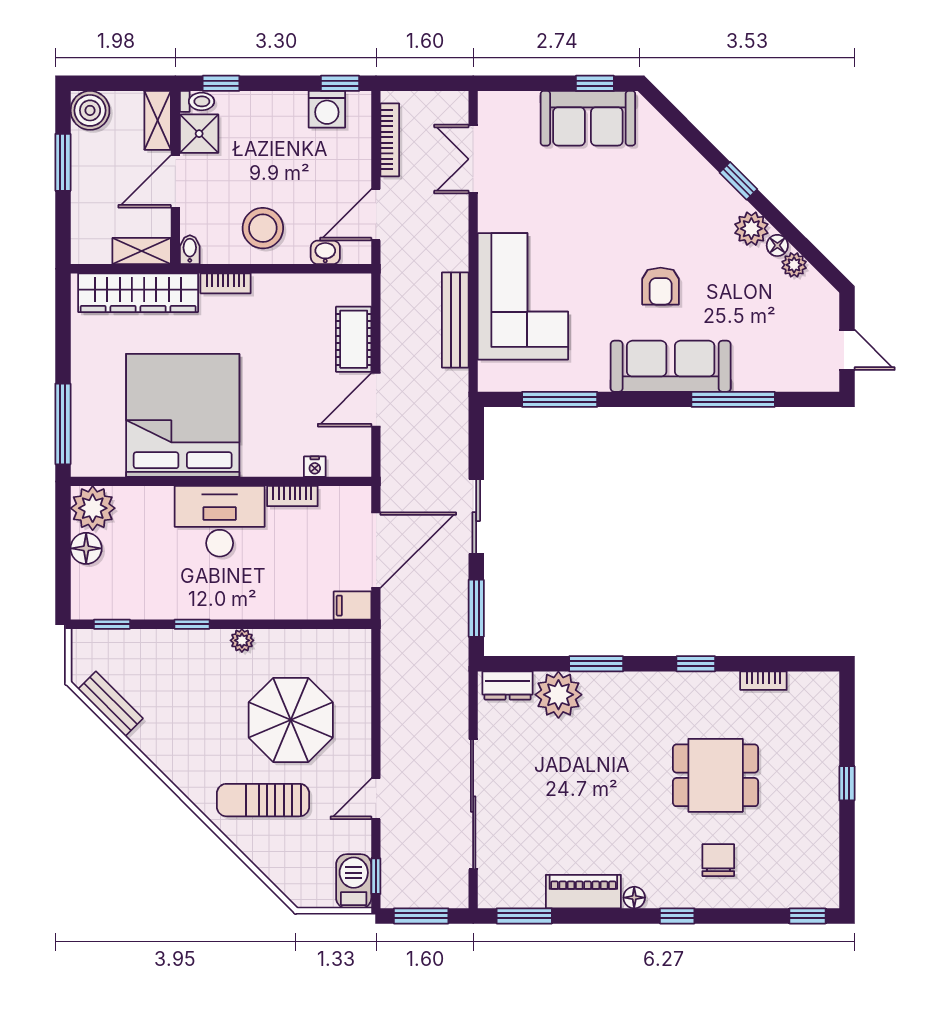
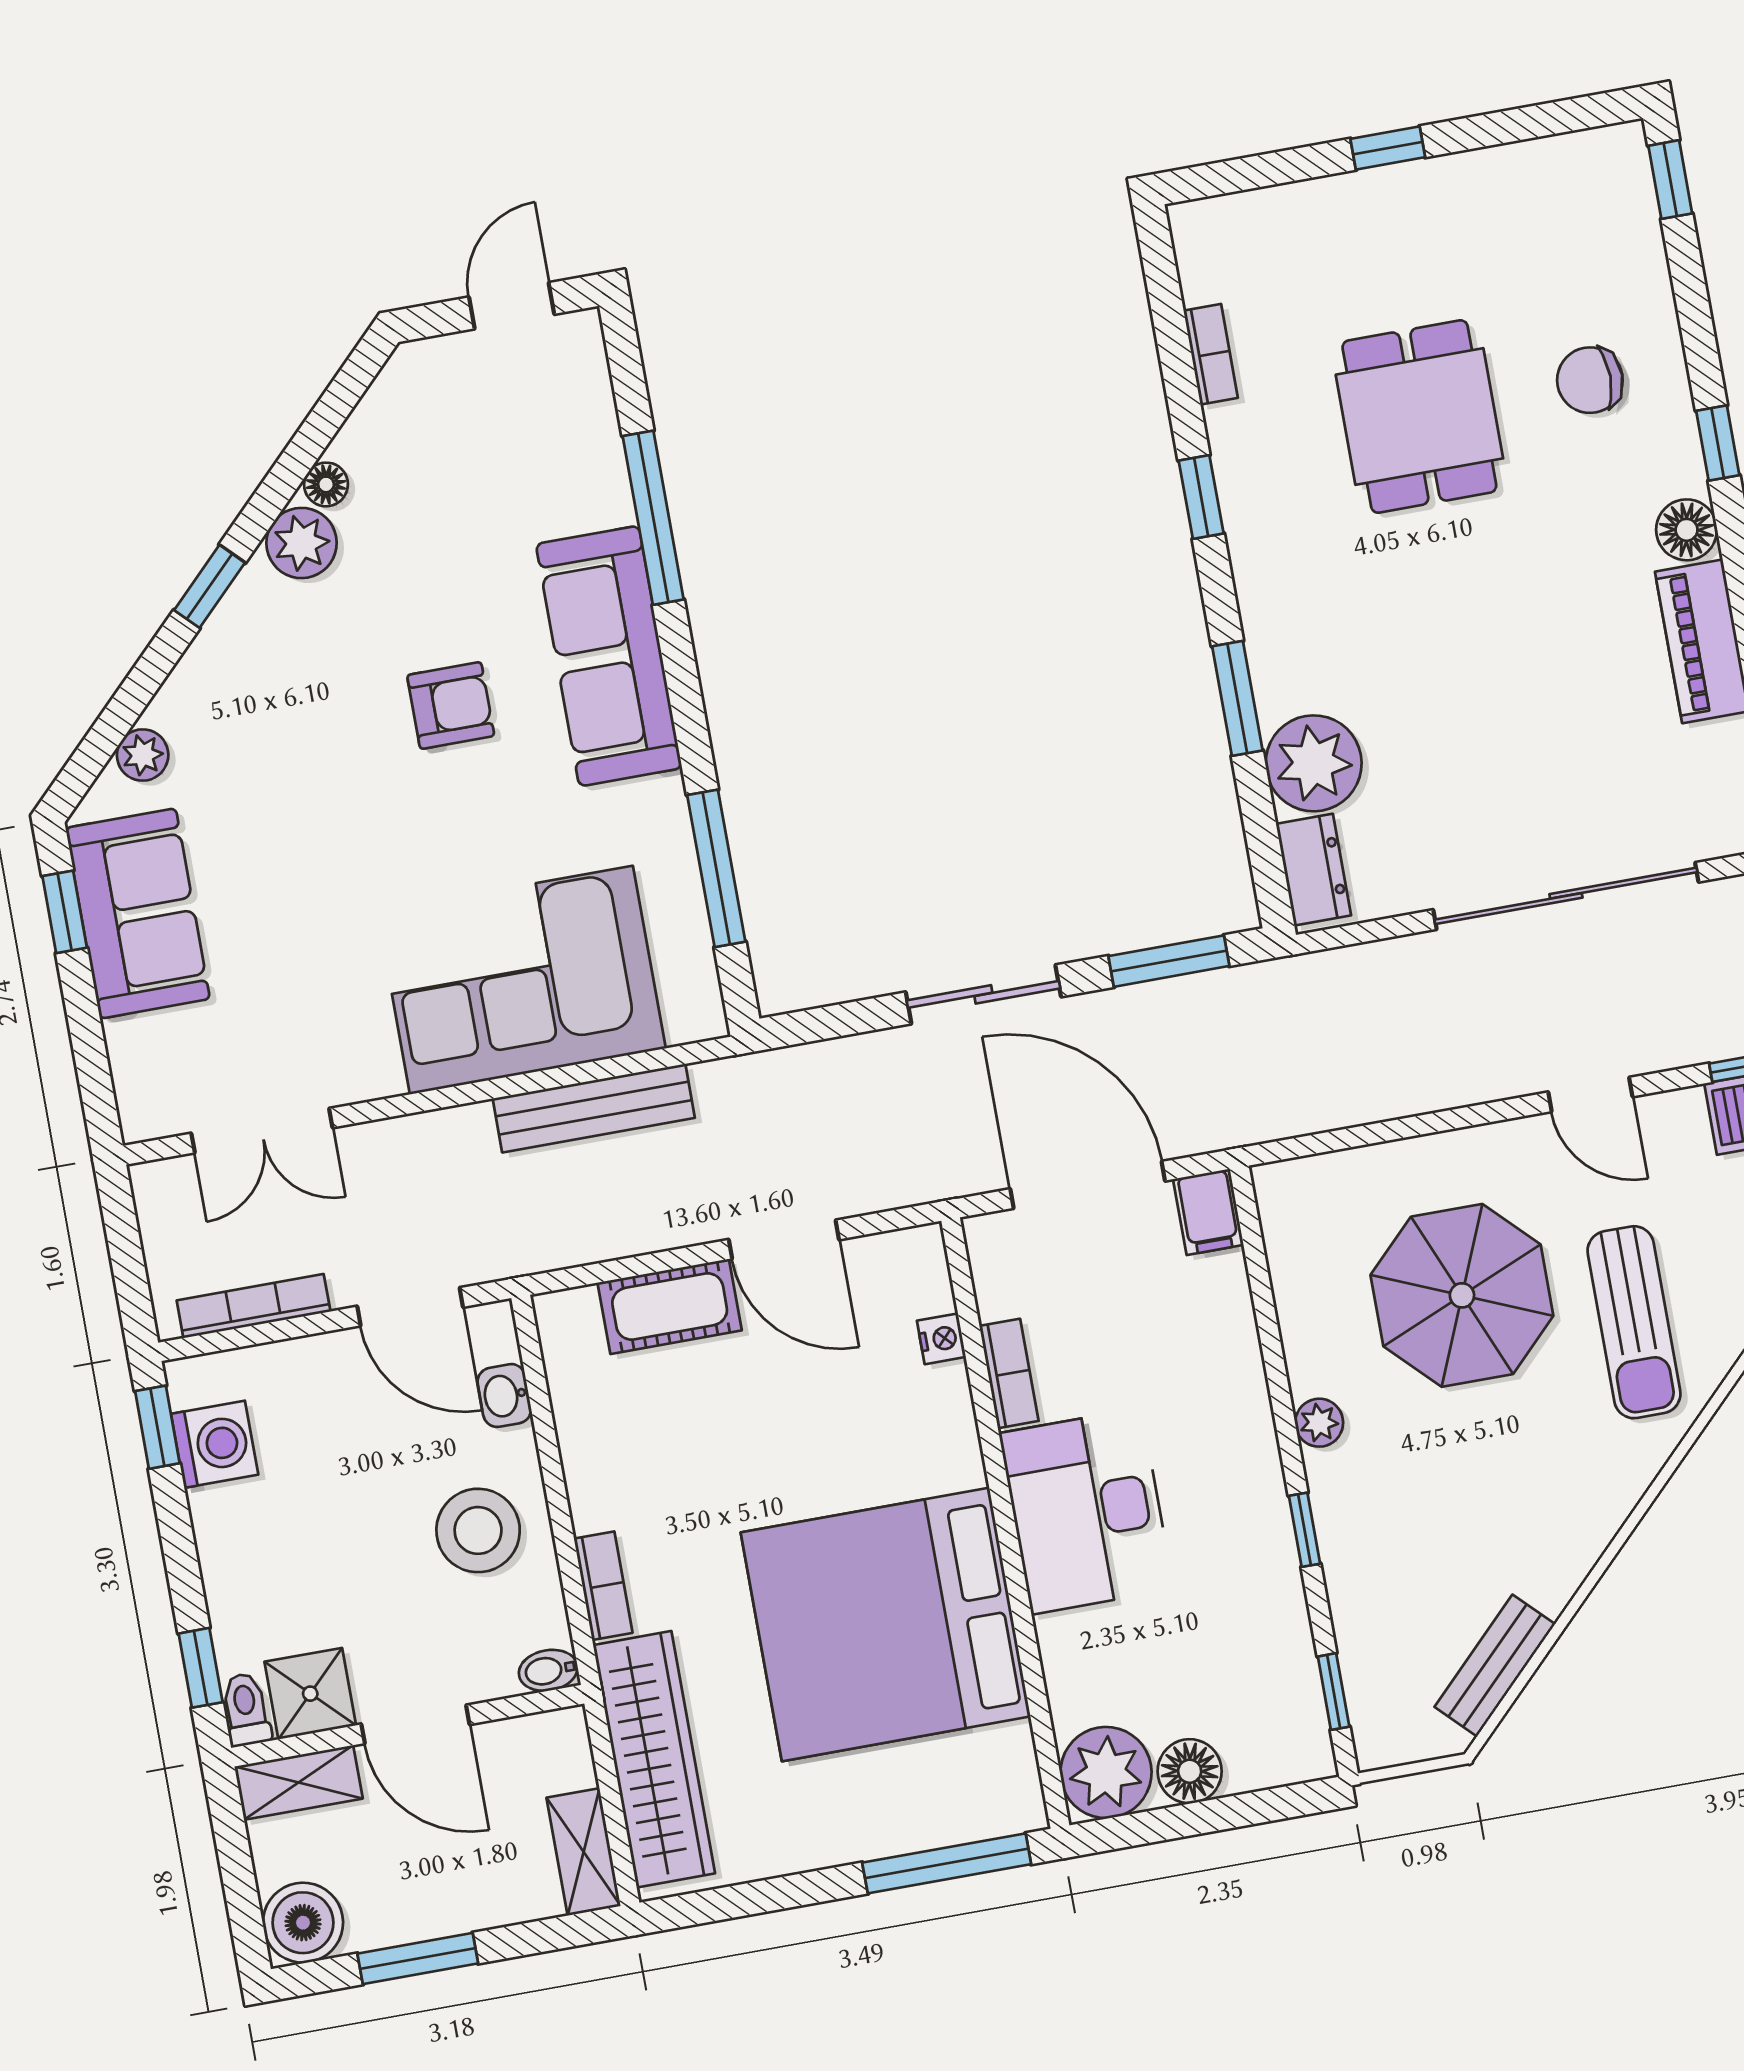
shelving: (142, 251) -> (584, 1852), moved
plant: (794, 265) -> (143, 755), moved
floor lamp: (634, 898) -> (1687, 530), width x1.37, depth x1.37

